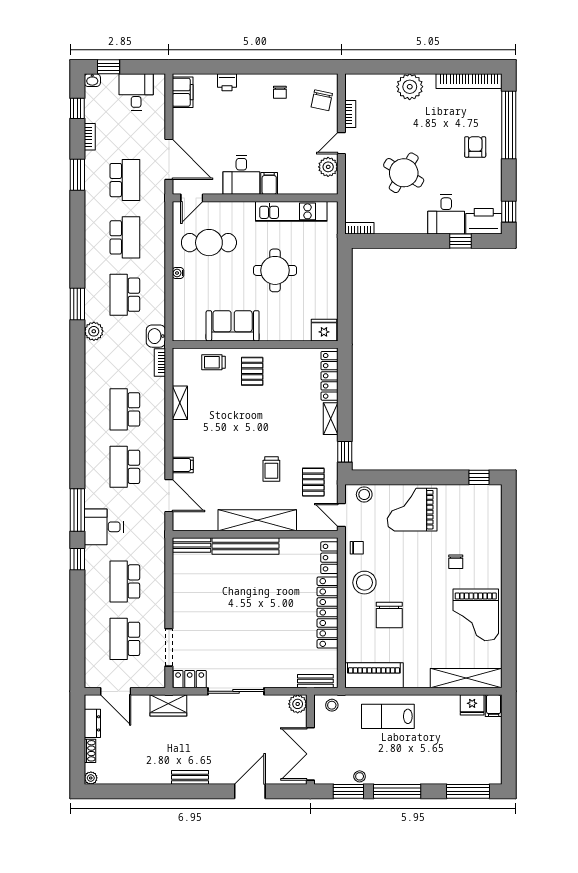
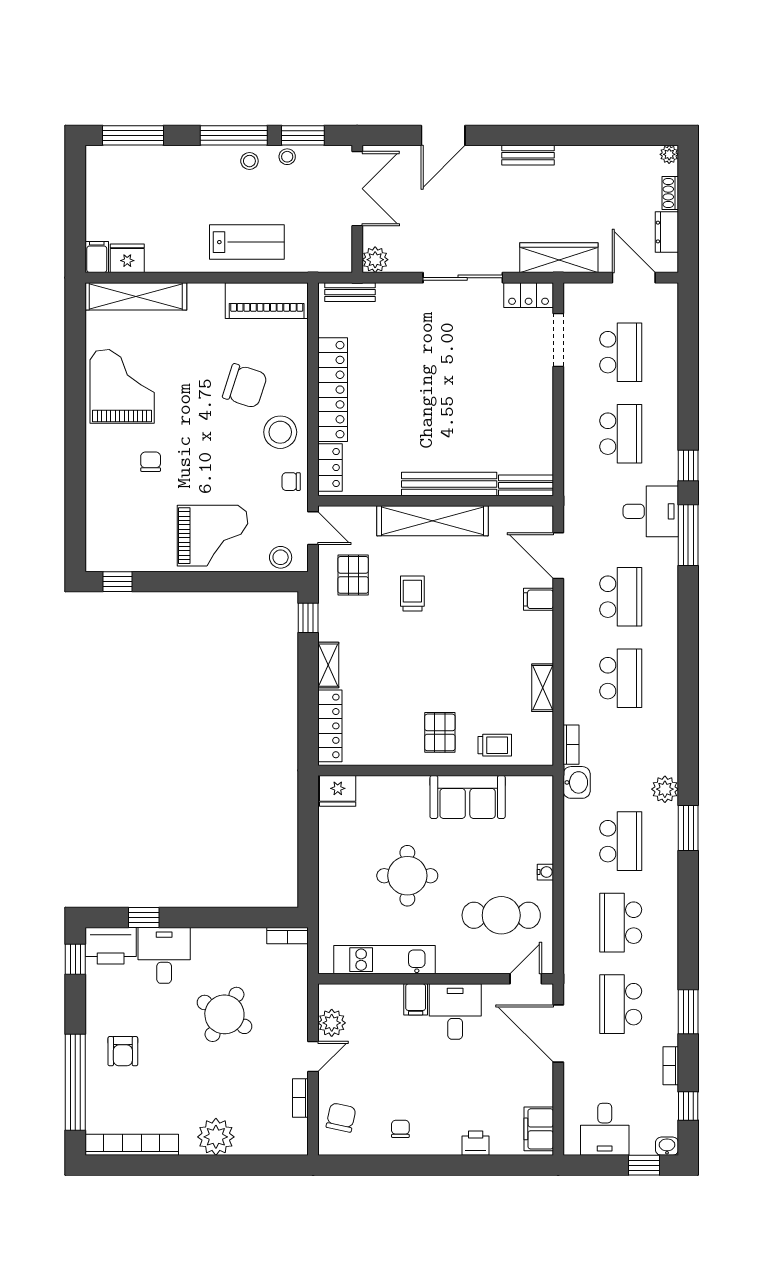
chair: (389, 615) -> (245, 386), turned 108
wardrobe: (168, 705) -> (559, 258), width x1.50
stool: (332, 705) -> (249, 161), moved

